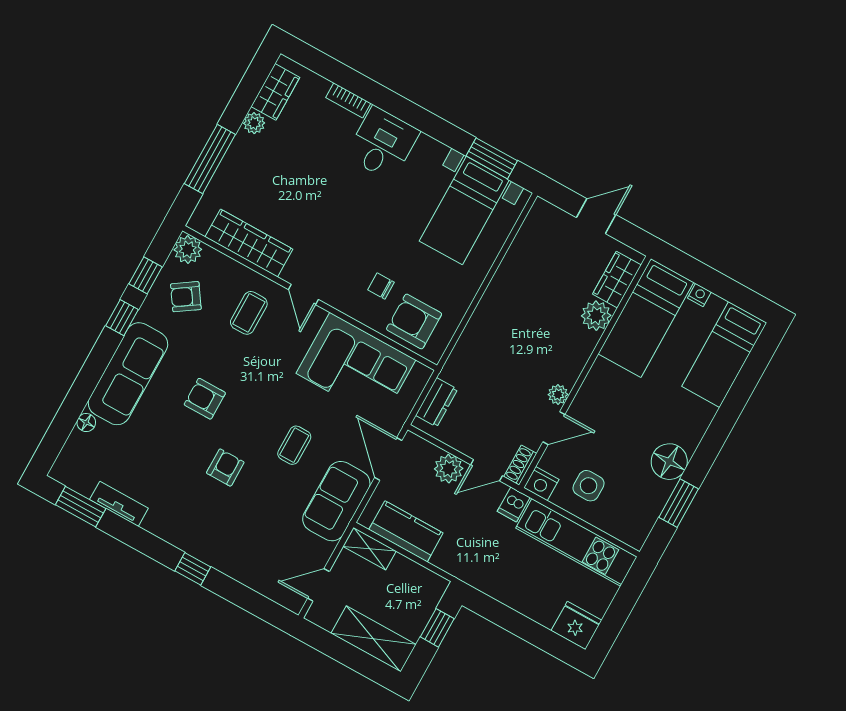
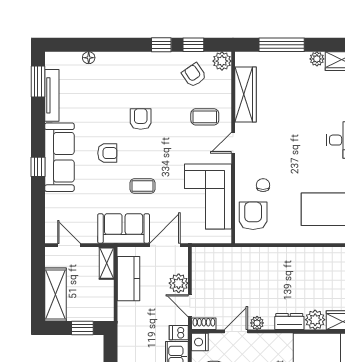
sofa: (128, 374) -> (59, 157), moved, turned -90
dresser: (437, 402) -> (289, 322), moved, turned 180
door: (554, 428) -> (236, 331), swing flipped
tv unit: (119, 504) -> (52, 95), width x1.41

